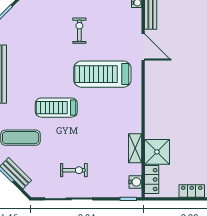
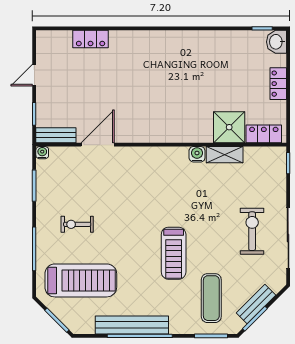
treadmill: (102, 74) -> (81, 280), moved, turned -90
exercise bike: (74, 170) -> (252, 231), width x1.38, depth x1.39
water cooler: (135, 182) -> (197, 154), moved

